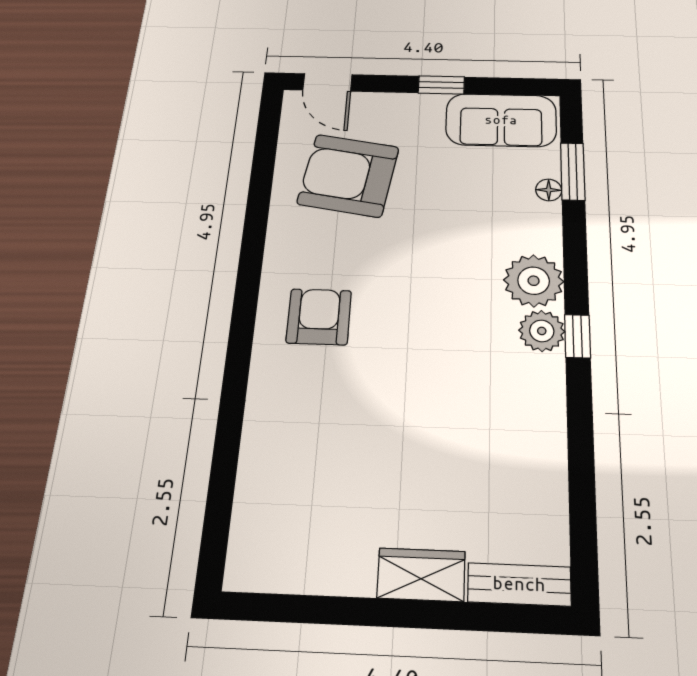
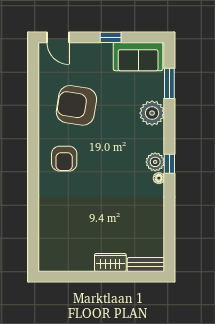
armchair: (348, 175) -> (76, 105), moved
floor lamp: (549, 190) -> (159, 178), moved
plant: (534, 281) -> (152, 113), moved
armchair: (319, 317) -> (64, 159), turned 180

